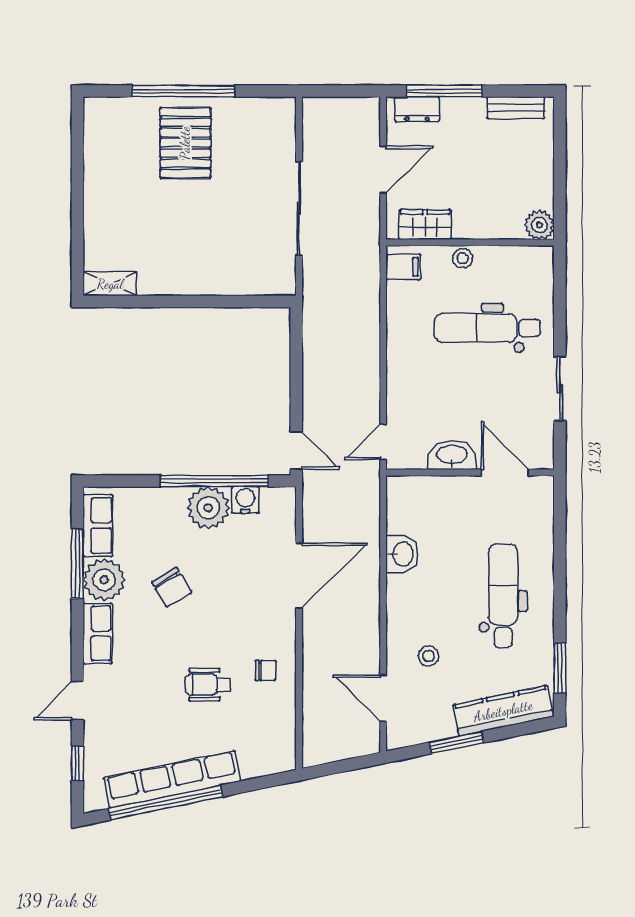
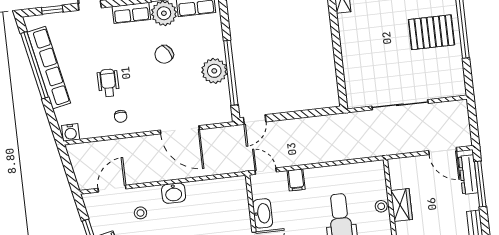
dresser: (417, 109) -> (468, 175), width x1.44
door: (383, 170) -> (443, 151), moved
wardrobe: (425, 225) -> (402, 205), moved
filing cabinet: (403, 267) -> (296, 180), moved
water cooler: (245, 500) -> (71, 132), moved, turned 90
washbasin: (402, 554) -> (174, 193), moved

